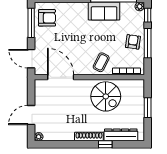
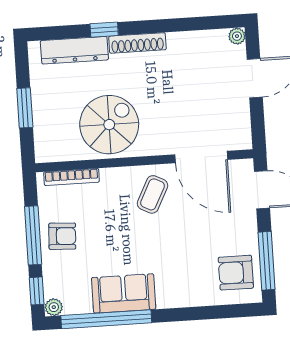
armchair: (133, 42) -> (62, 236), turned -95
coffee table: (101, 62) -> (152, 194), moved
spiral stairs: (106, 96) -> (109, 125), turned 90

